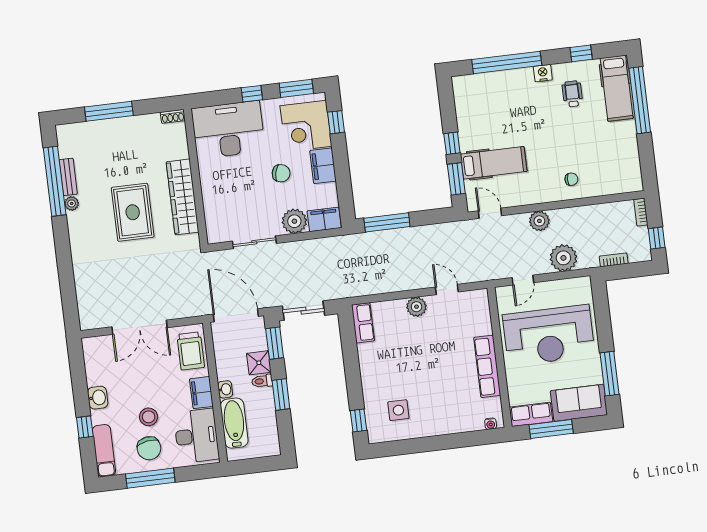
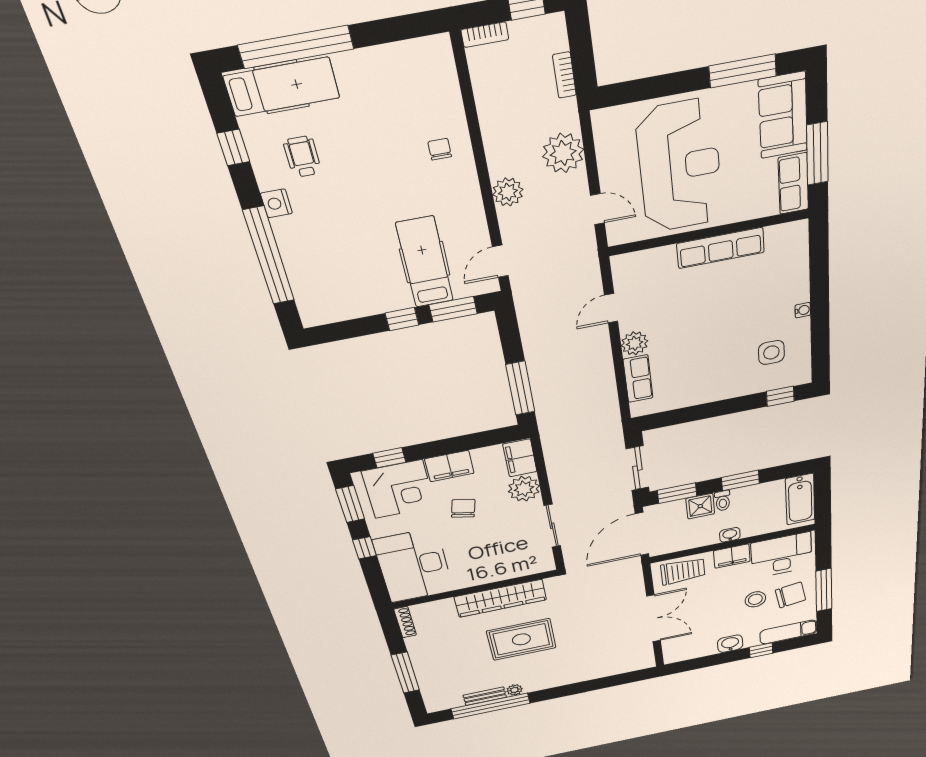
wheelchair: (572, 94) -> (302, 157), turned 90
shoe rack: (173, 116) -> (405, 622), width x1.43
row of seats: (363, 323) -> (638, 379), moved, turned 90
bathtub: (234, 423) -> (800, 499), moved, turned -90
water cooler: (491, 424) -> (803, 310), moved

